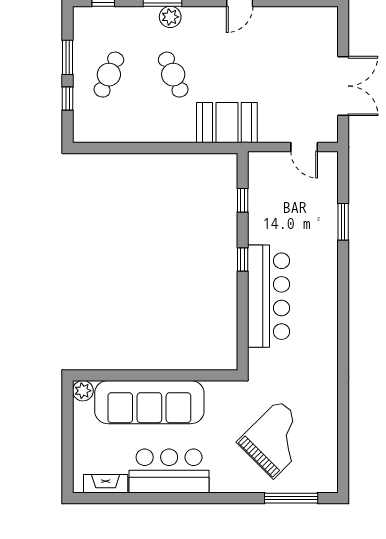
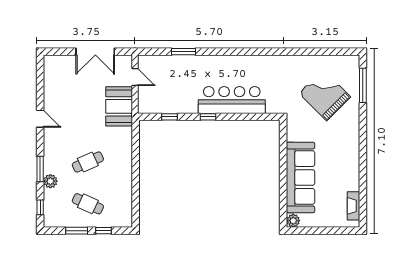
plant: (170, 17) -> (50, 181), moved
double door: (343, 86) -> (95, 52), swing flipped
booth: (227, 123) -> (119, 106), moved
door: (304, 147) -> (135, 77), hinge flipped
bar counter: (169, 471) -> (345, 165), removed

